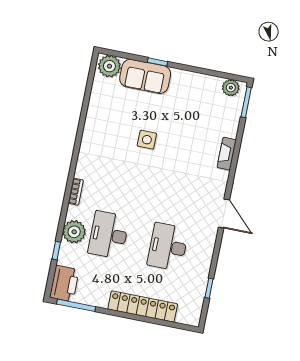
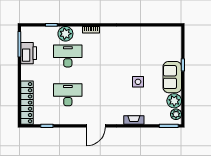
plant: (109, 66) -> (174, 101), moved
sofa: (145, 76) -> (172, 77), moved
side table: (147, 140) -> (138, 82), moved
printer: (64, 284) -> (29, 53), moved, turned -90
locker: (143, 307) -> (27, 103), moved

